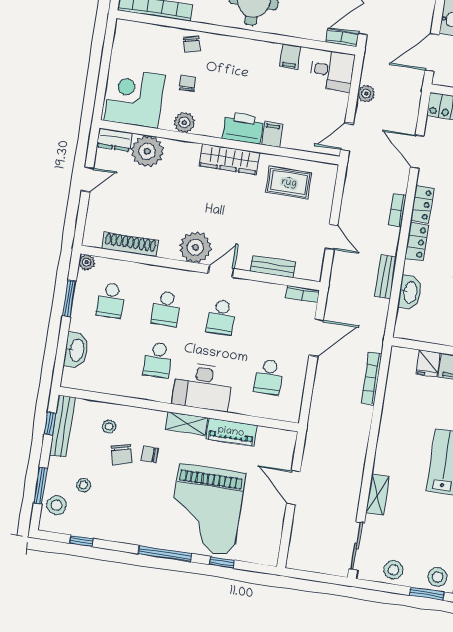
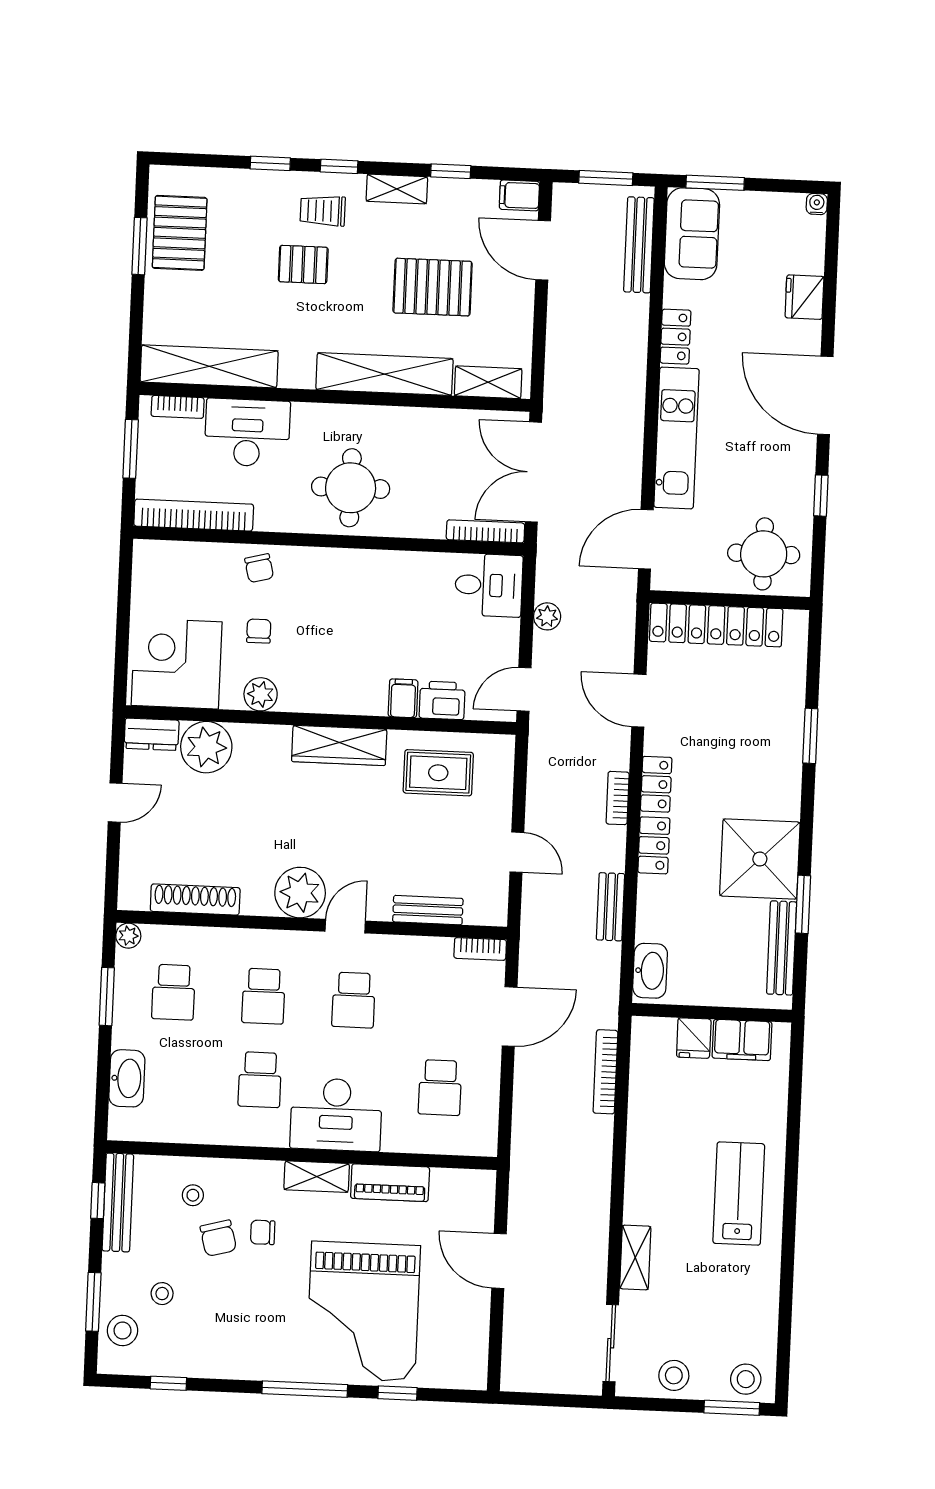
bookcase: (342, 38) -> (485, 531), width x1.56
filing cabinet: (290, 57) -> (419, 570), removed
printer: (243, 128) -> (442, 700), moved, width x0.73, depth x0.84
washbasin: (410, 292) -> (650, 971), moved

